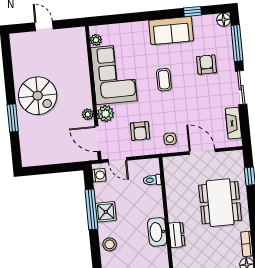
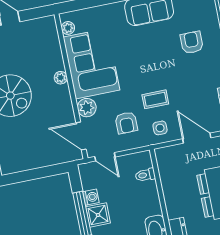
coffee table: (164, 80) -> (155, 99), moved, turned 90
plant: (88, 114) -> (61, 78), moved
washing machine: (99, 175) -> (91, 197), moved

